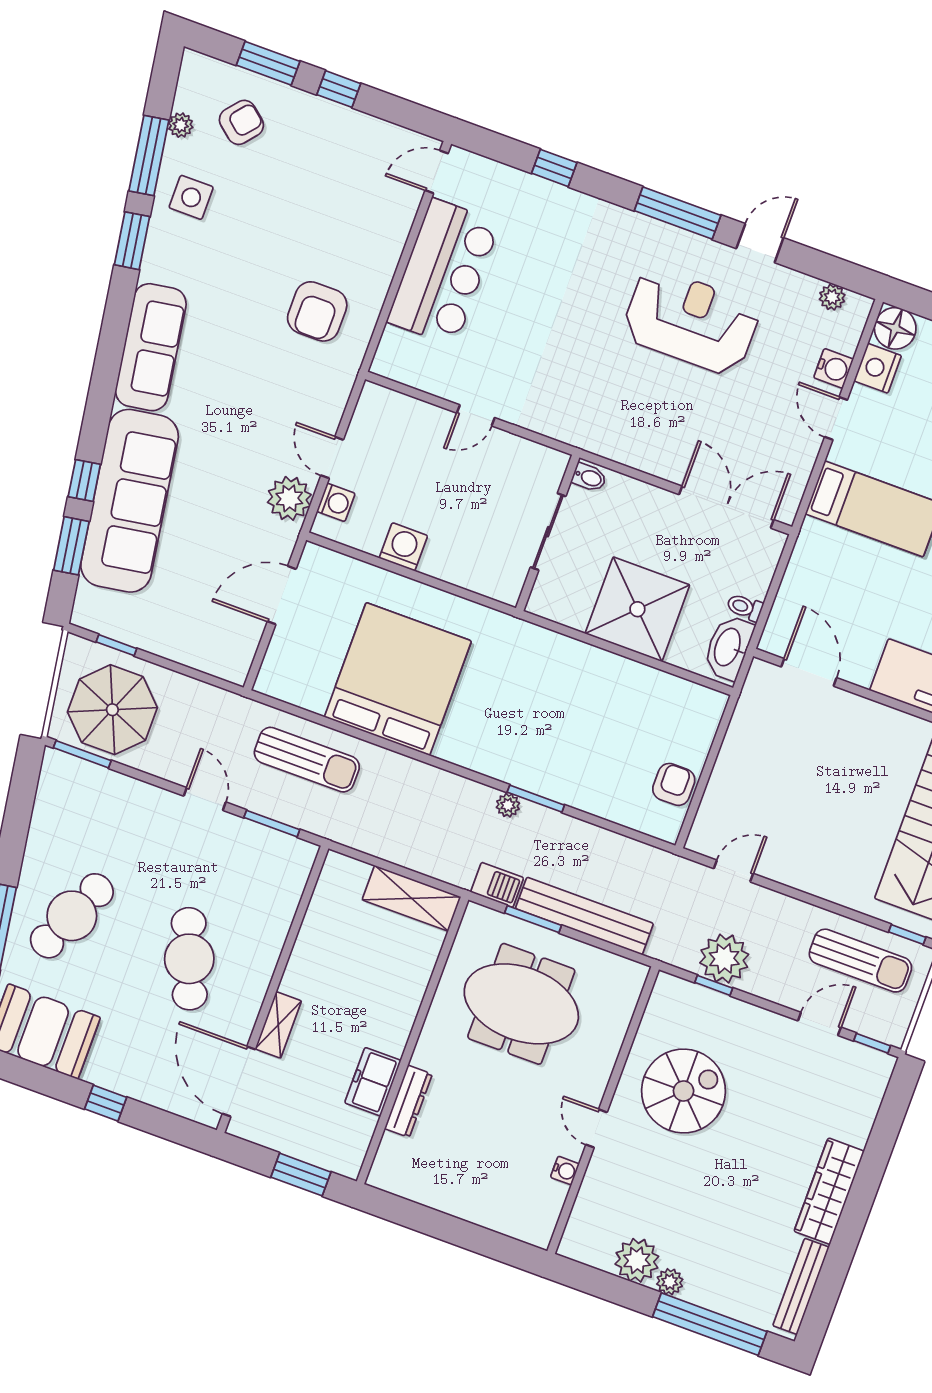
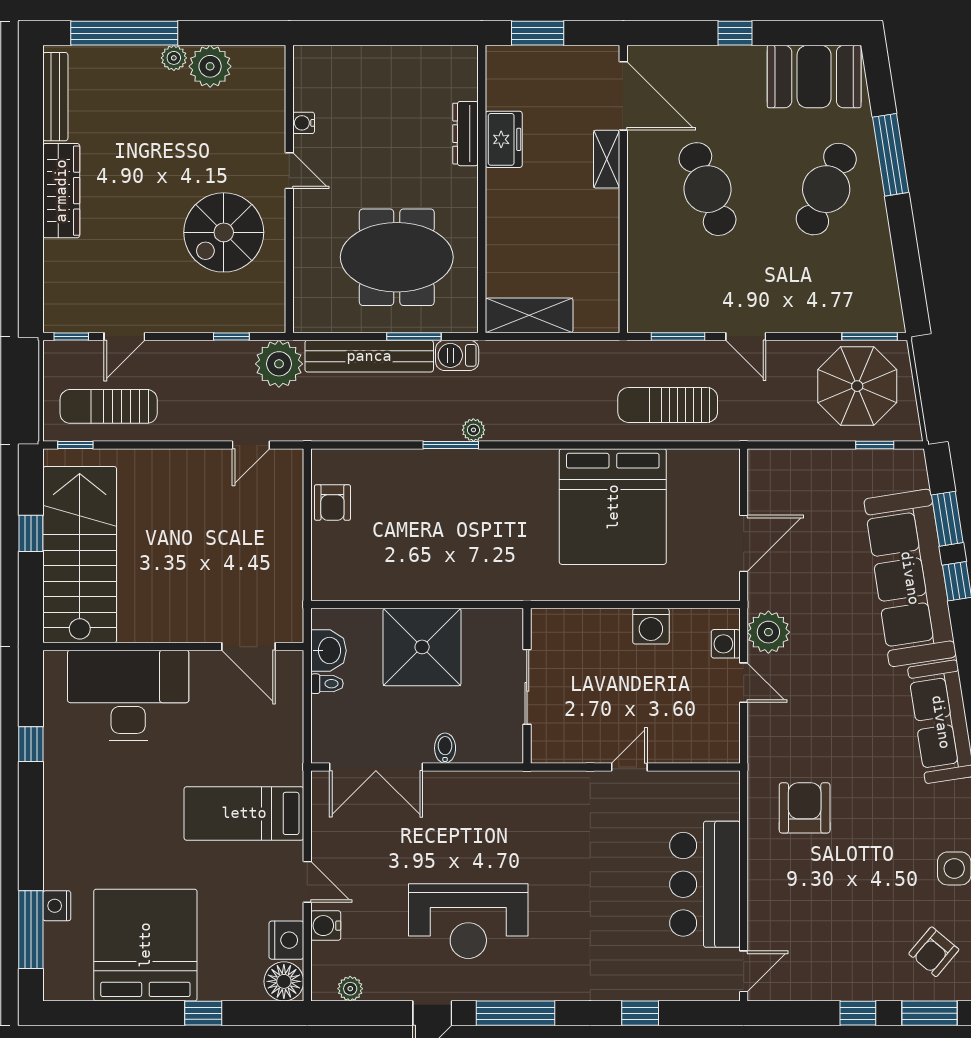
bidet: (589, 477) -> (445, 748), moved, turned 90
washbasin: (728, 647) -> (328, 651), width x0.72
plant: (724, 959) -> (279, 364), moved

